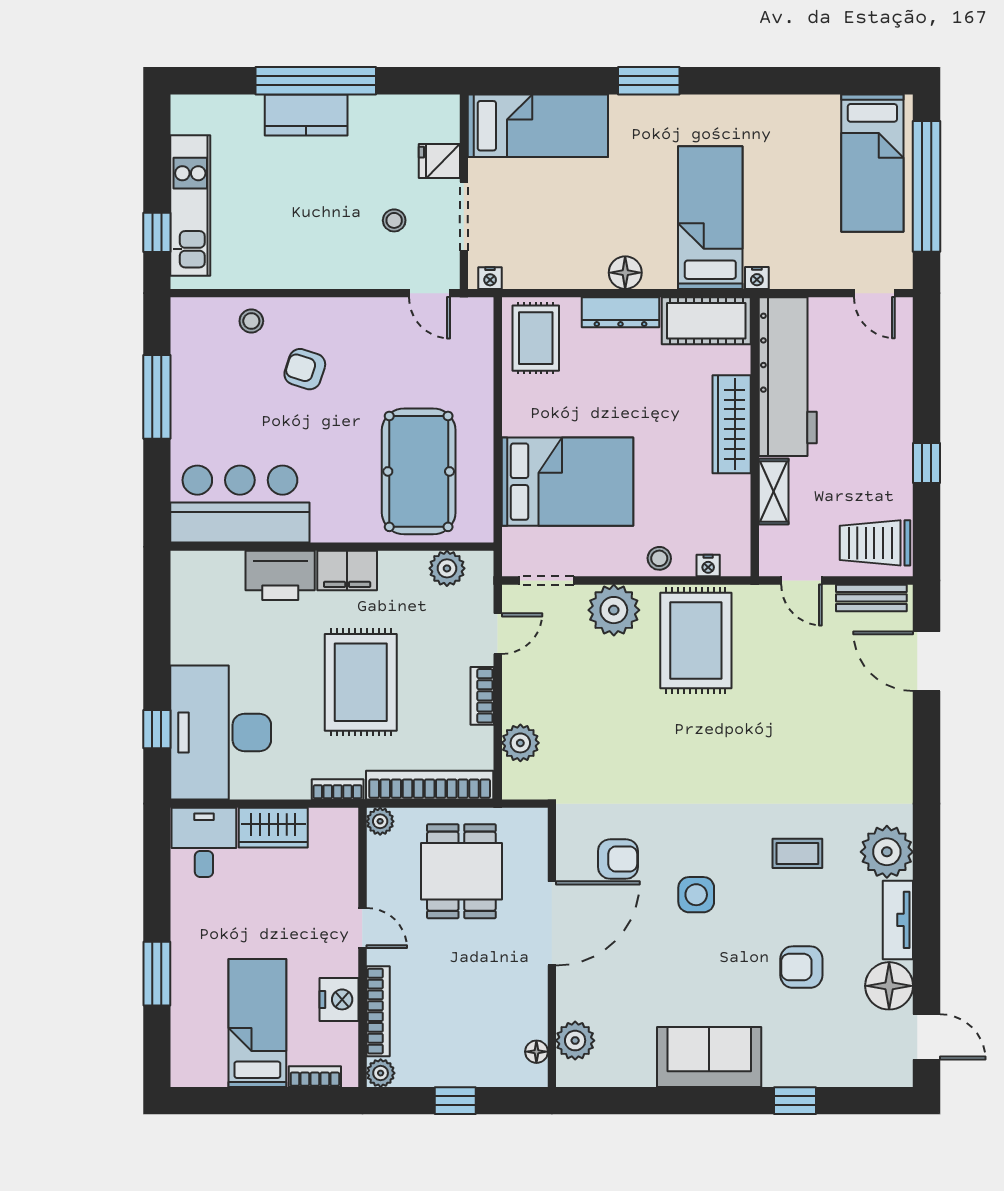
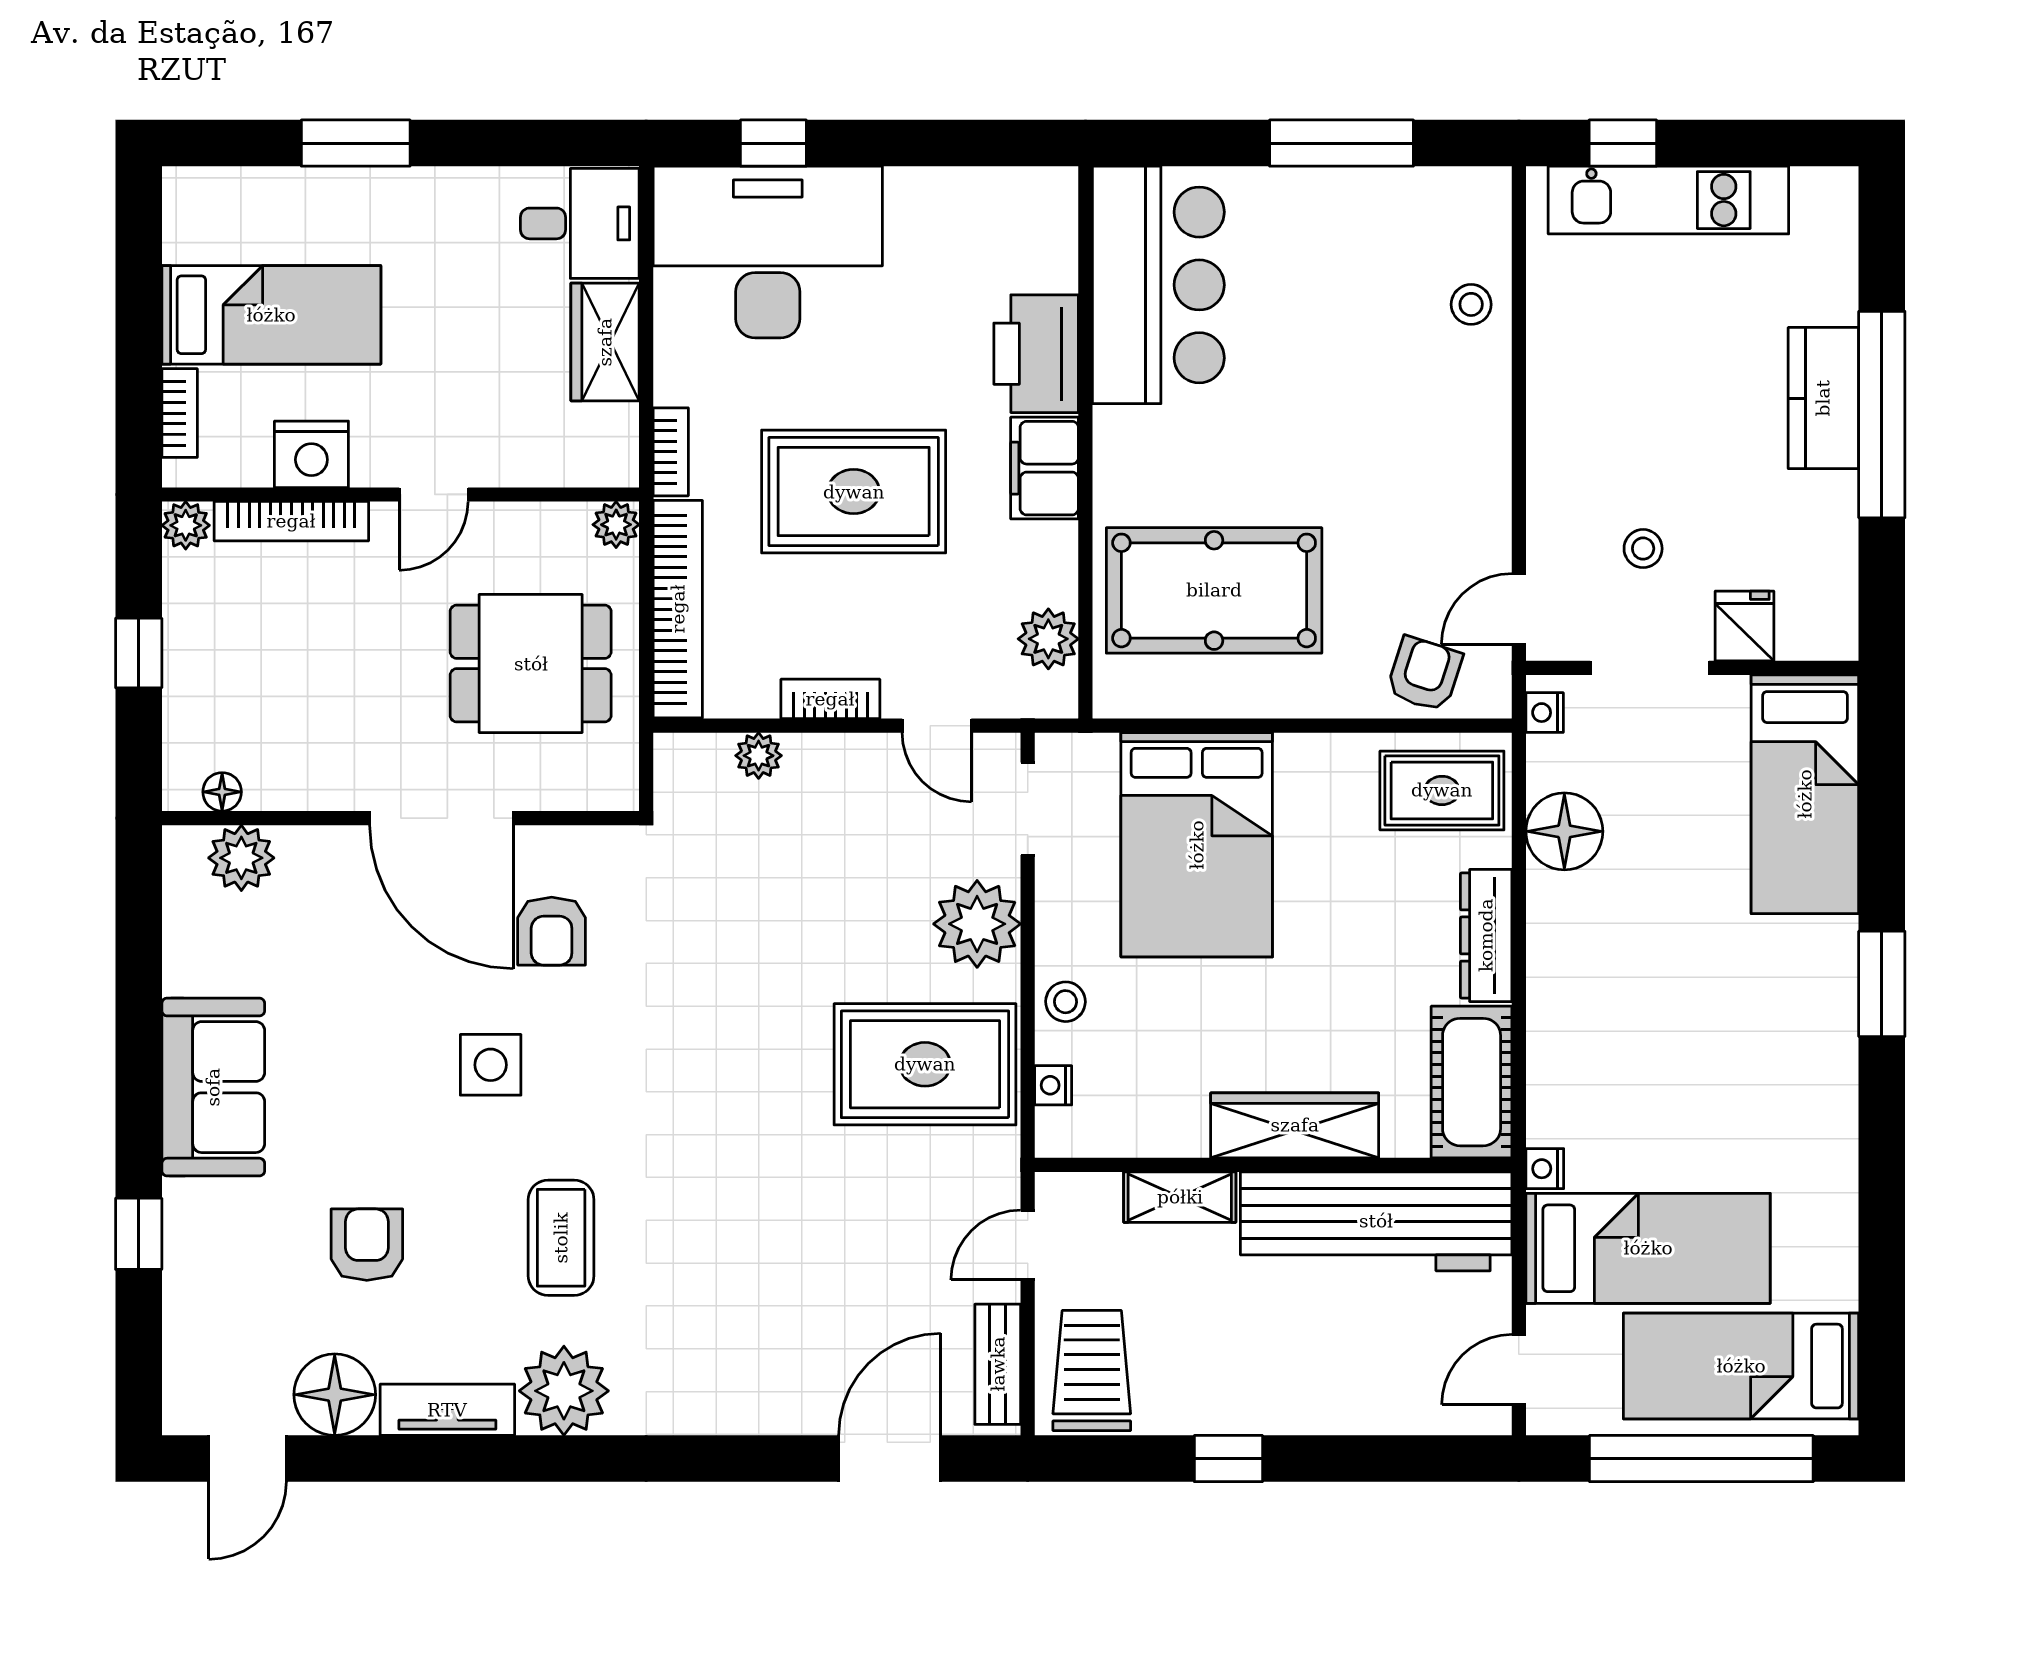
bed: (710, 218) -> (1648, 1248), moved
floor lamp: (625, 273) -> (1564, 831), moved, width x1.38, depth x1.38
armchair: (305, 369) -> (1424, 674), moved
plant: (520, 743) -> (759, 756), width x0.73, depth x0.73
coffee table: (797, 853) -> (561, 1238), width x1.36, depth x1.30

